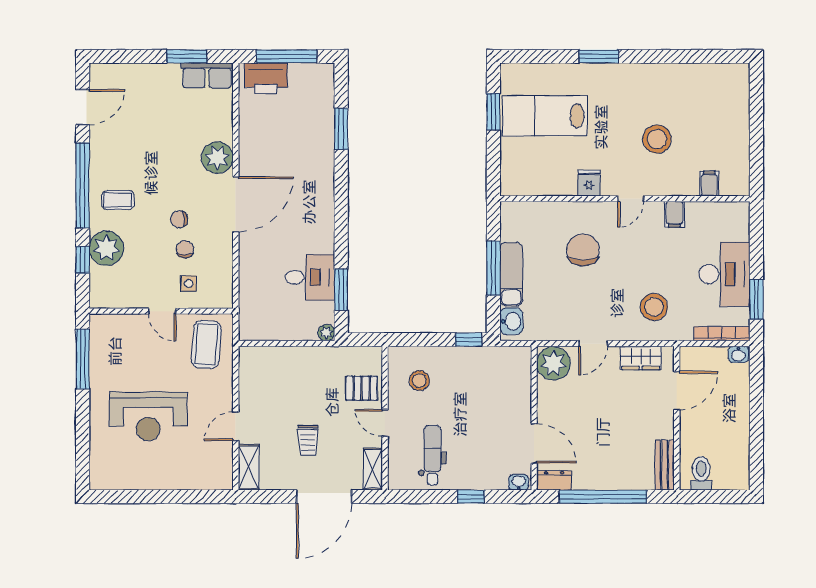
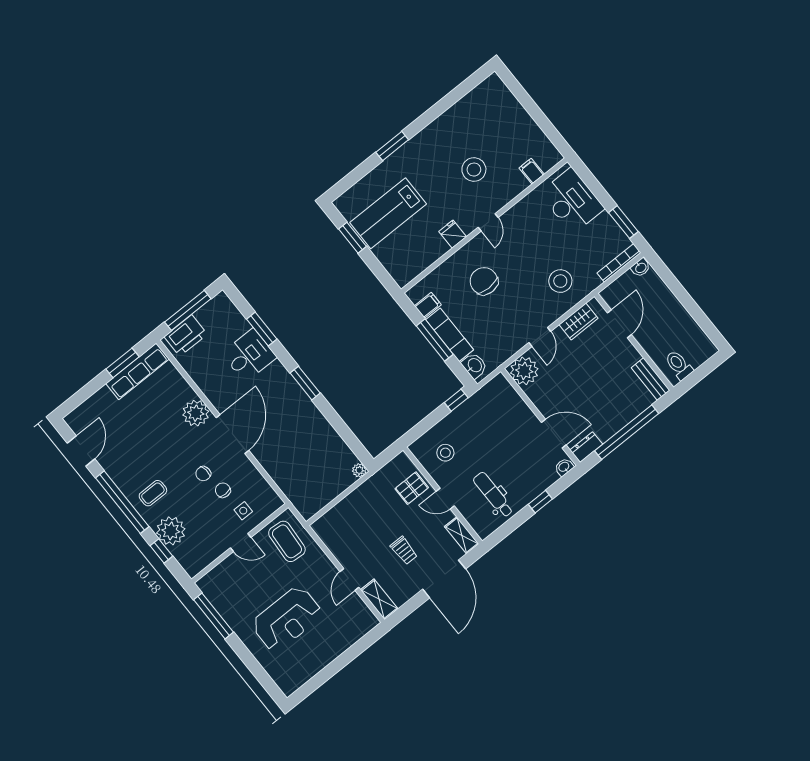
row of seats: (207, 75) -> (138, 371), width x1.48
filing cabinet: (674, 214) -> (428, 305), moved, turned -90
desk: (724, 274) -> (572, 201), moved
desk: (310, 277) -> (249, 355), moved
window: (341, 290) -> (305, 383), moved

